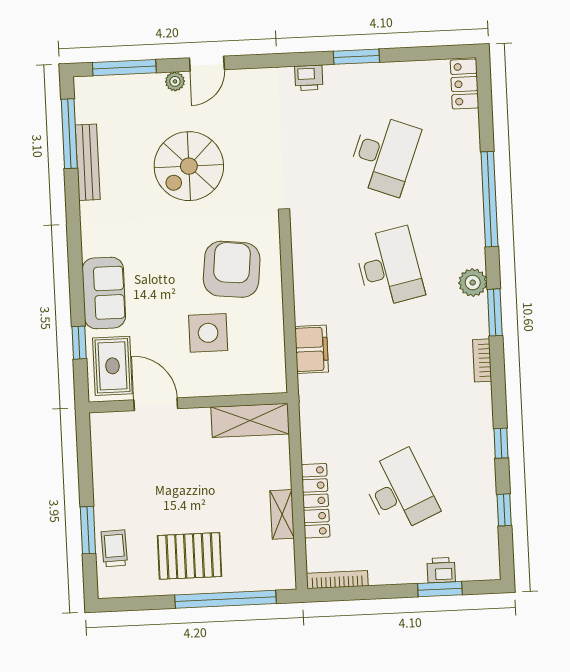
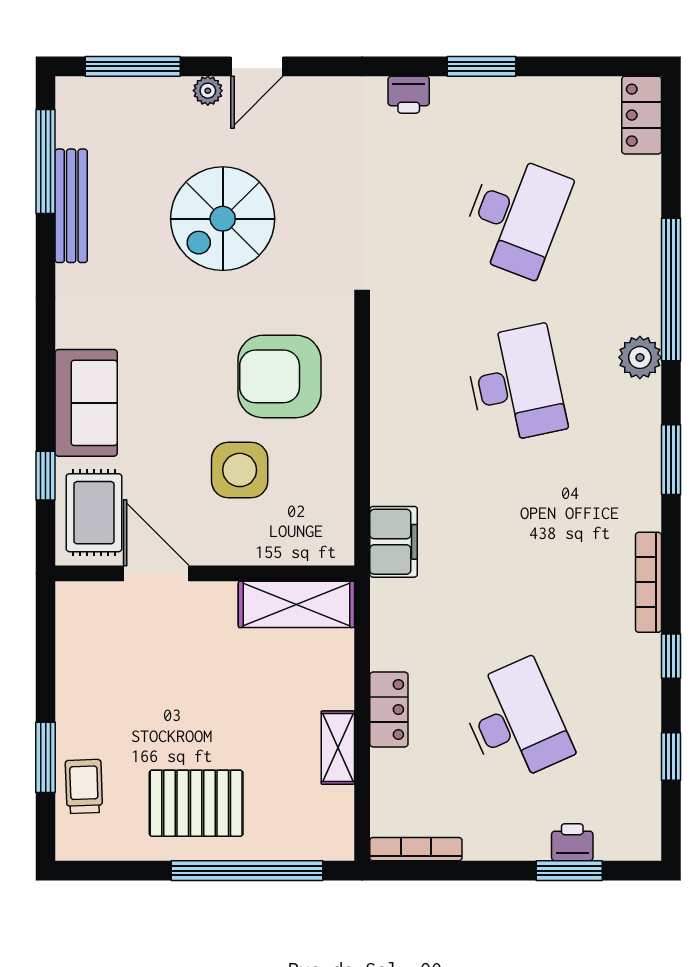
armchair: (232, 269) -> (279, 376), turned -96
plant: (473, 283) -> (640, 357), moved
filing cabinet: (312, 349) -> (394, 542), moved
bookcase: (482, 360) -> (648, 582), moved, width x1.56
locker: (316, 501) -> (389, 709), width x0.66

